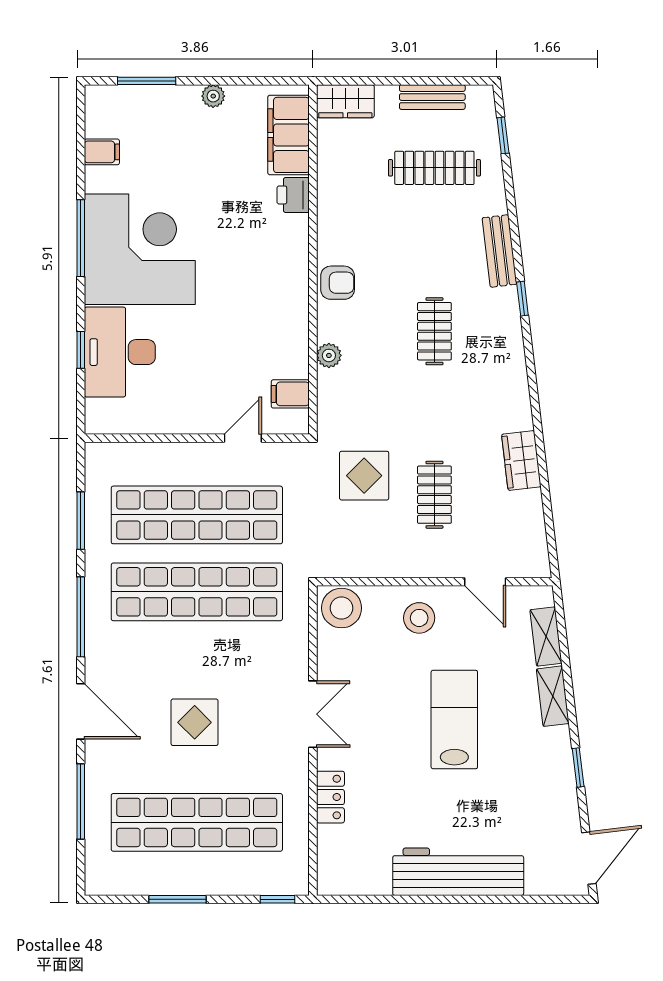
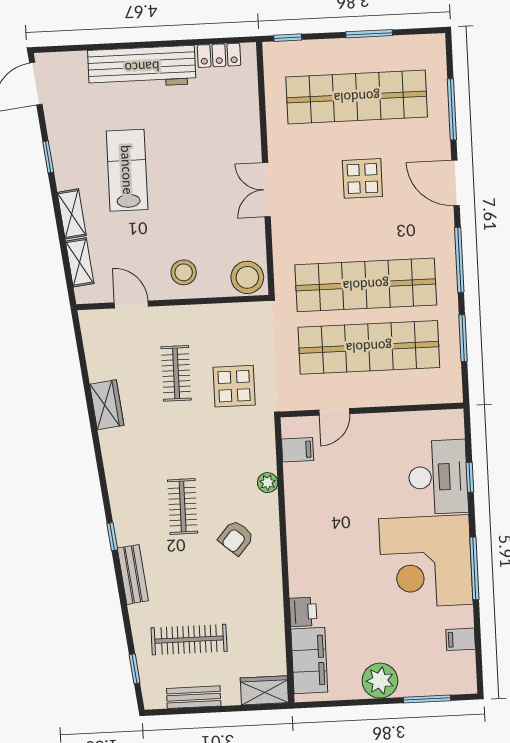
plant: (213, 96) -> (380, 681), width x1.88, depth x1.88
armchair: (338, 283) -> (236, 538), moved, turned -49
lab bench: (454, 720) -> (127, 170), moved, turned 180
locker: (330, 797) -> (219, 55), moved, turned -90

